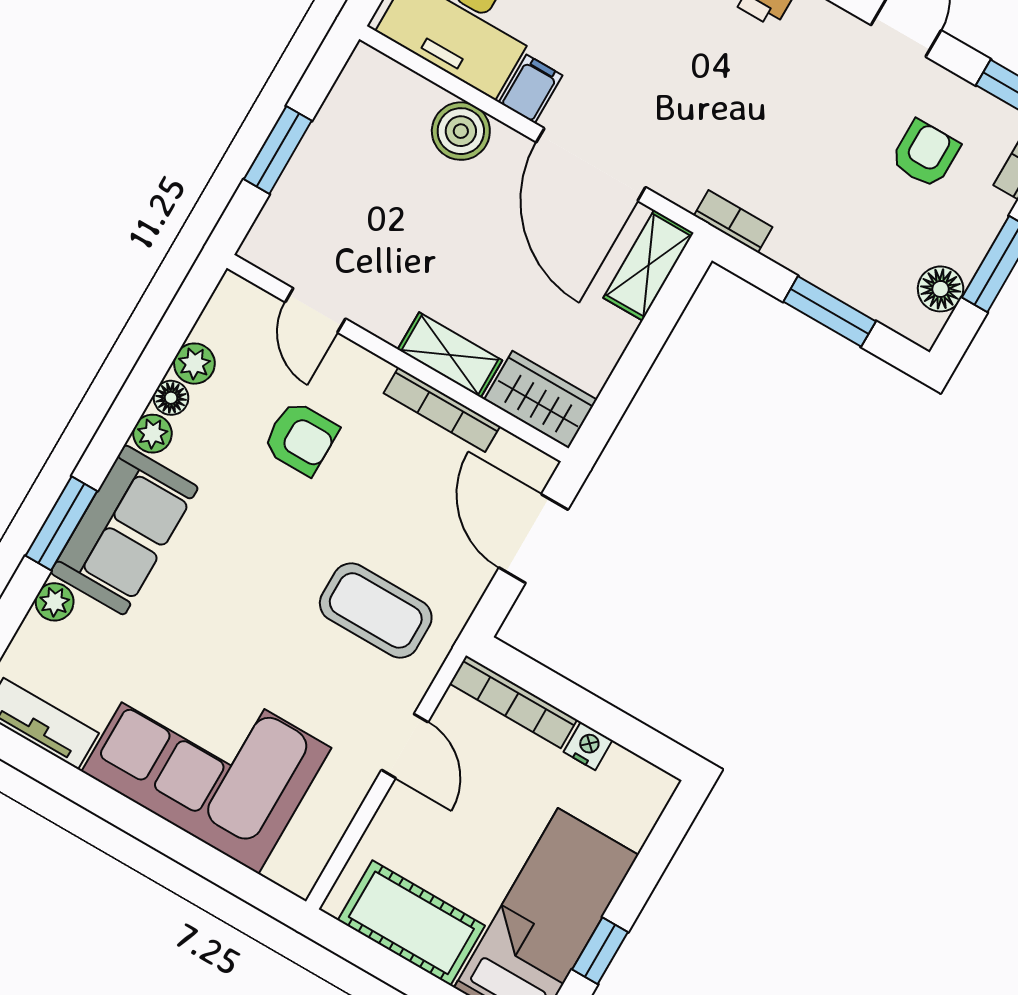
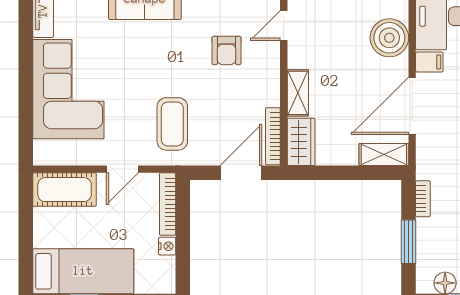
boiler: (461, 131) -> (389, 38), width x1.37, depth x1.37
bookcase: (733, 221) -> (423, 199), moved
bookcase: (442, 410) -> (273, 136), moved
cot: (411, 923) -> (65, 190), moved, turned 90

